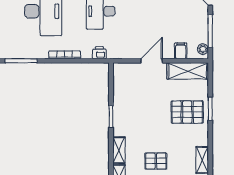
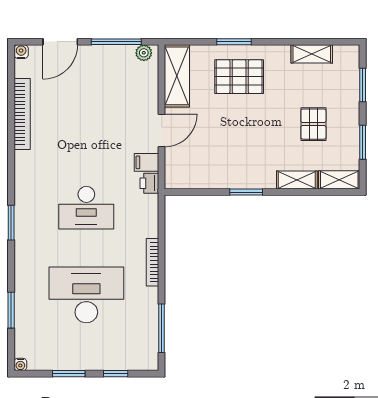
filing cabinet: (181, 51) -> (146, 162), moved
printer: (99, 53) -> (149, 183), moved
door: (152, 61) -> (162, 130), swing flipped
pallet: (187, 112) -> (239, 77), turned 90

